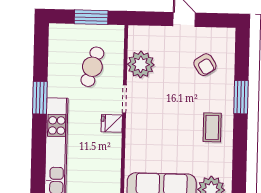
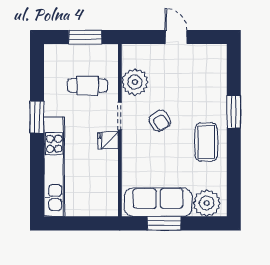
armchair: (205, 65) -> (160, 121), moved
cafe table: (92, 67) -> (88, 85), turned 73
coffee table: (212, 127) -> (206, 142), width x1.36, depth x1.30

